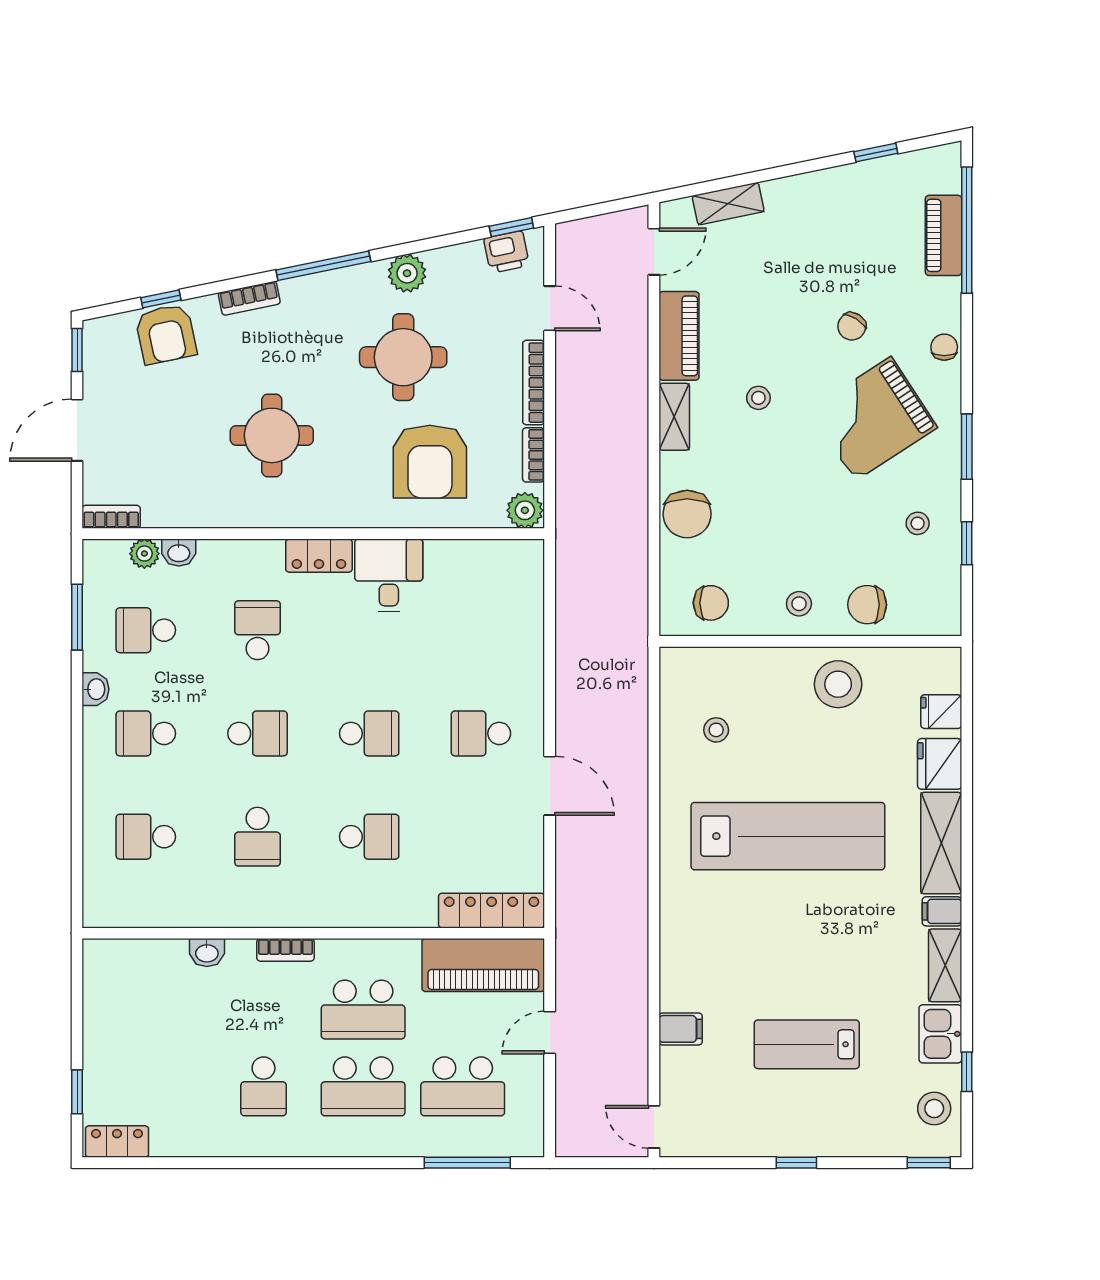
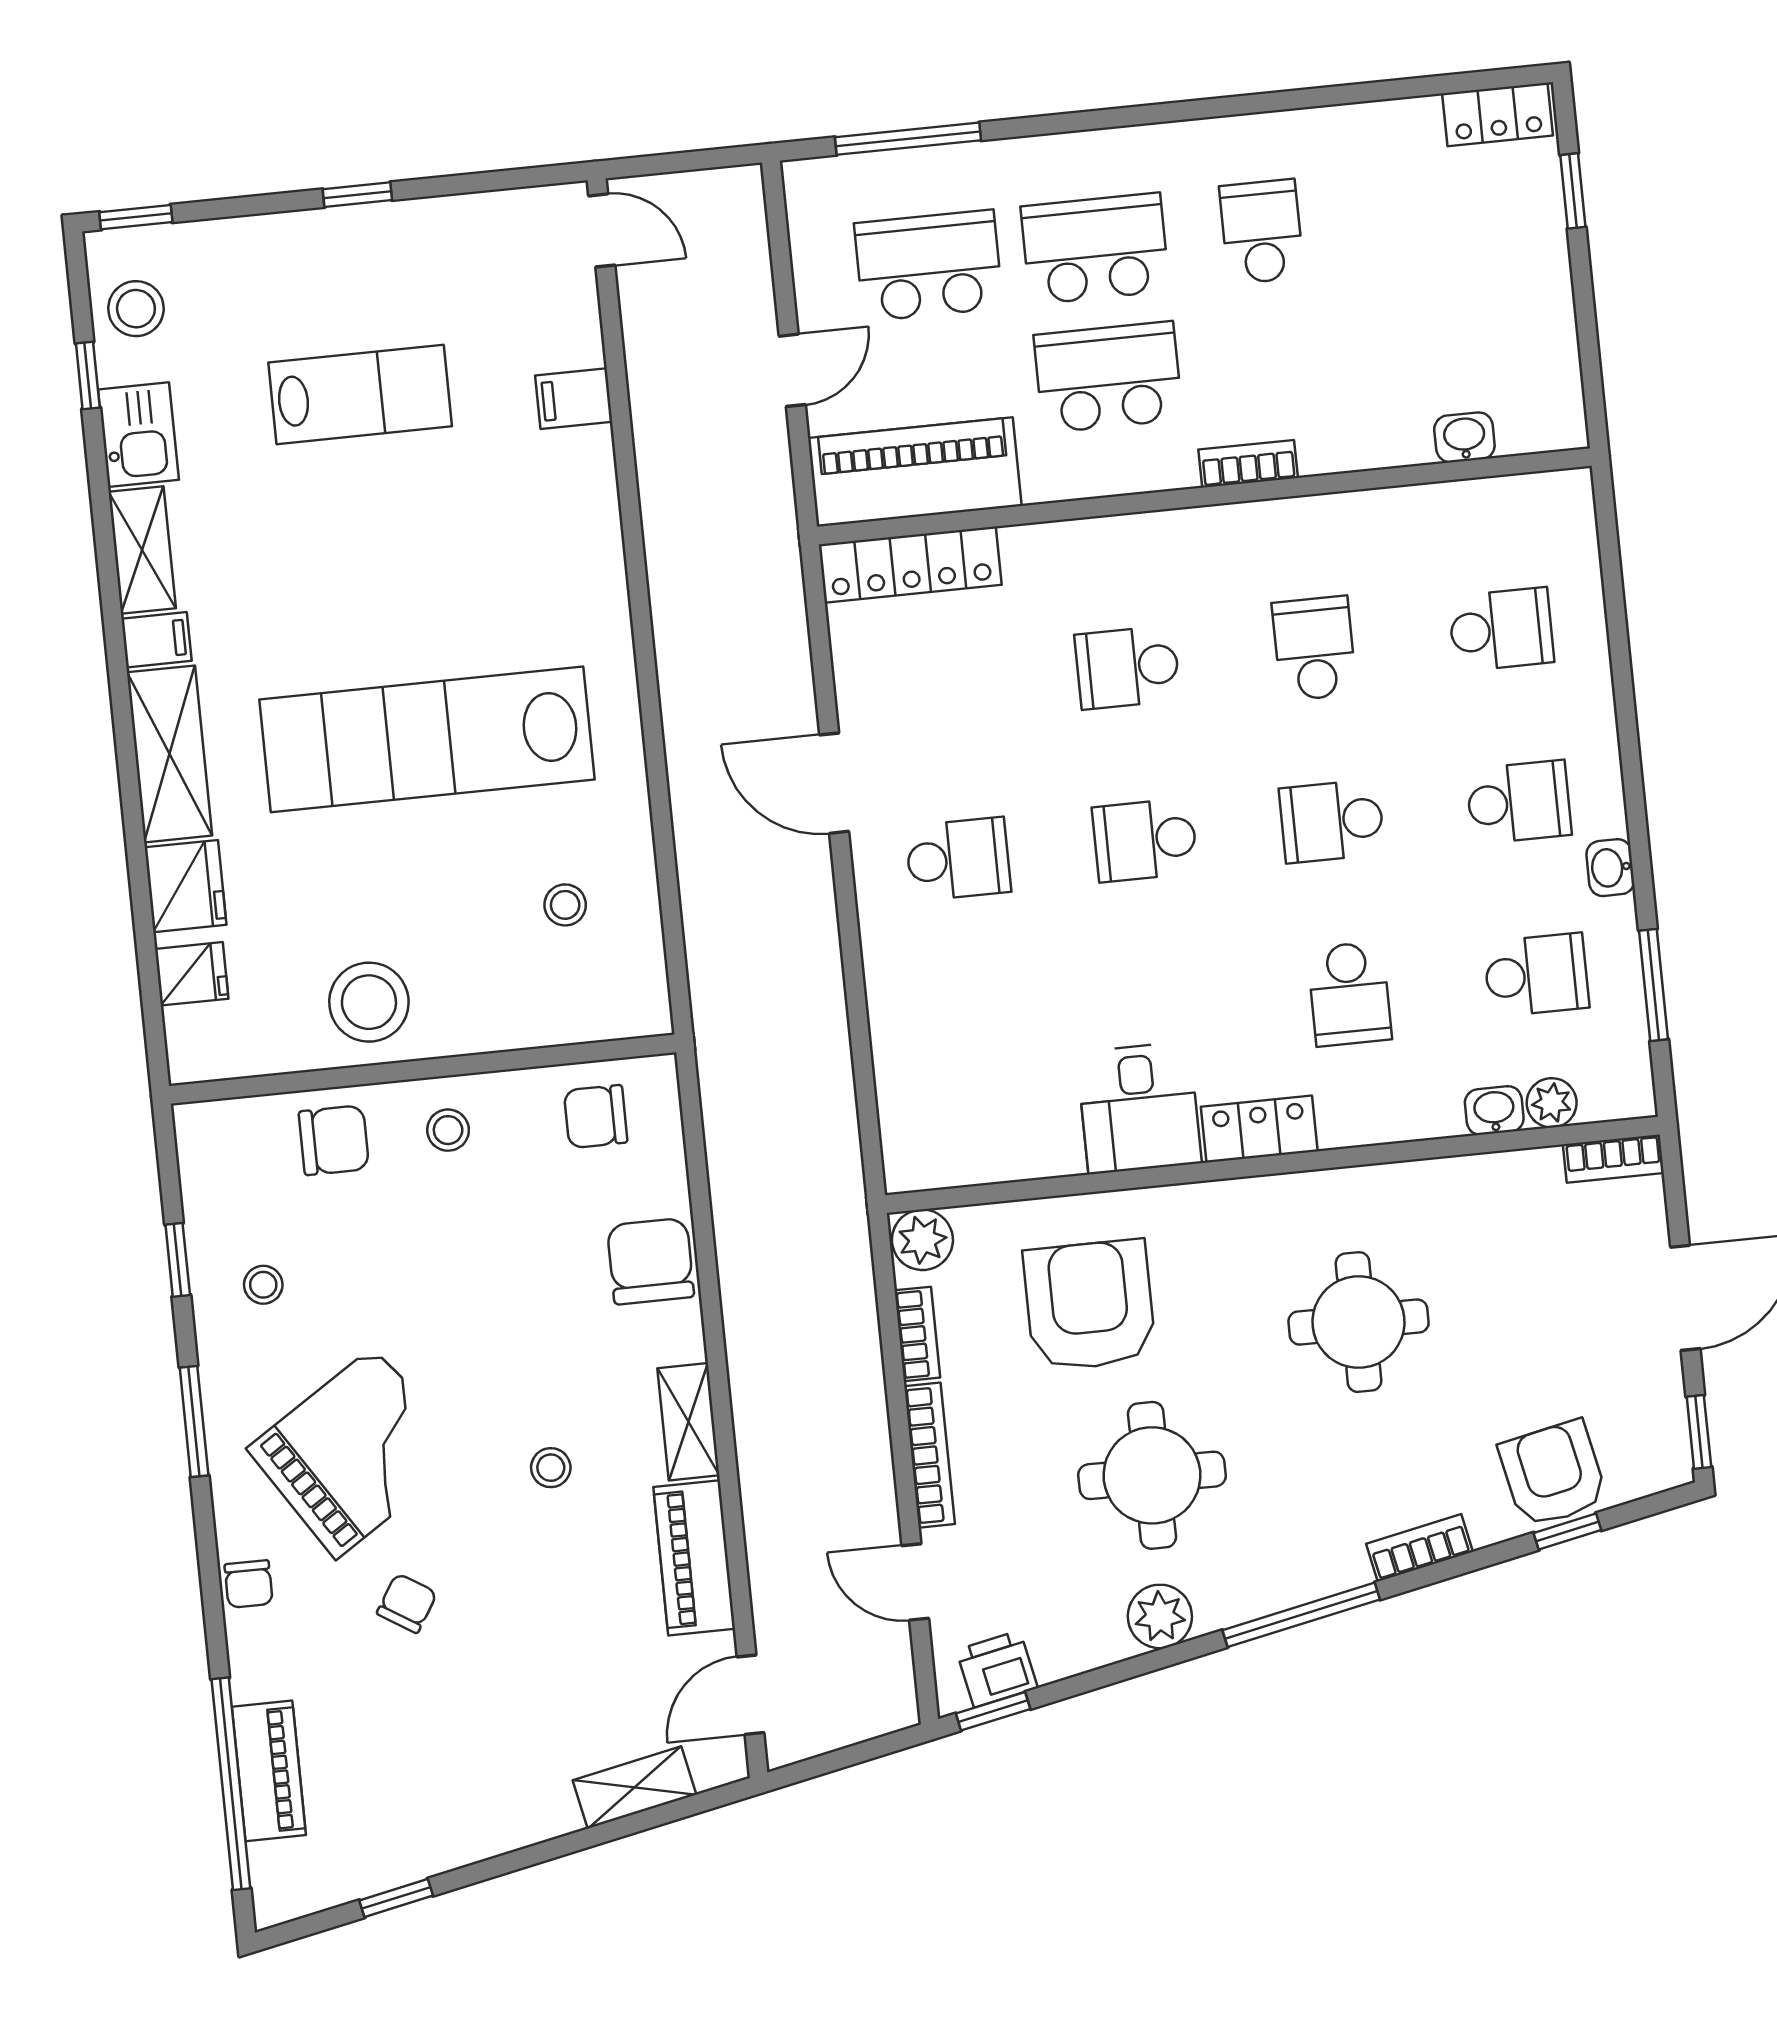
washbasin: (207, 953) -> (1464, 437), moved

